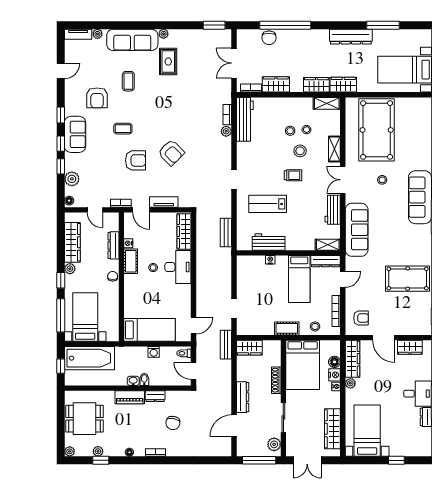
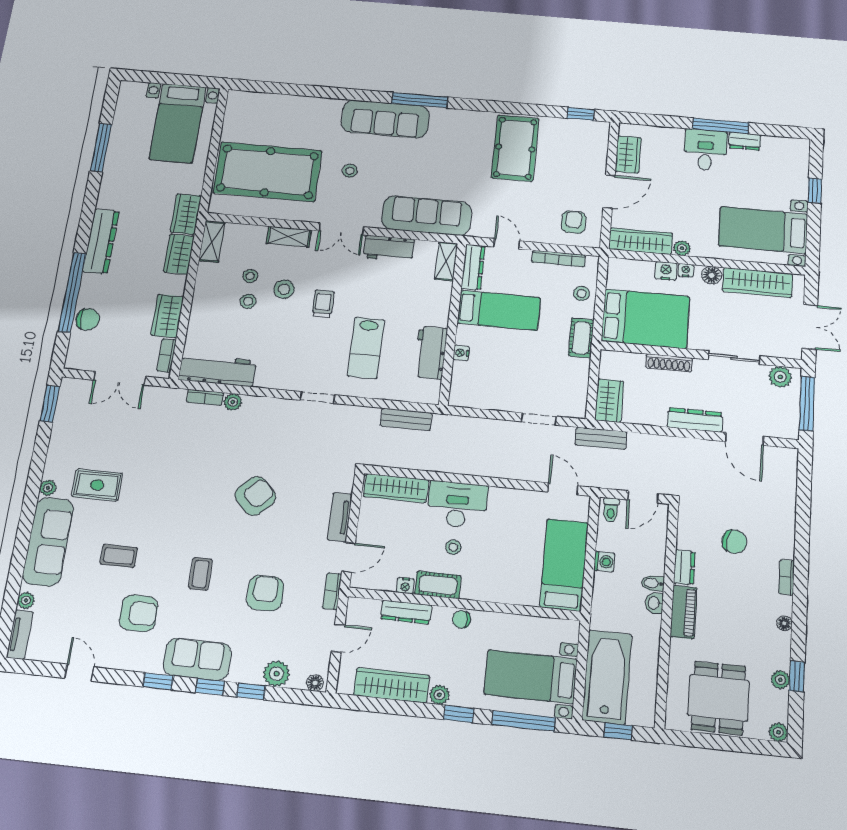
dresser: (351, 37) -> (101, 241), moved
armchair: (136, 160) -> (265, 593), moved
floor lamp: (334, 362) -> (712, 275), moved

